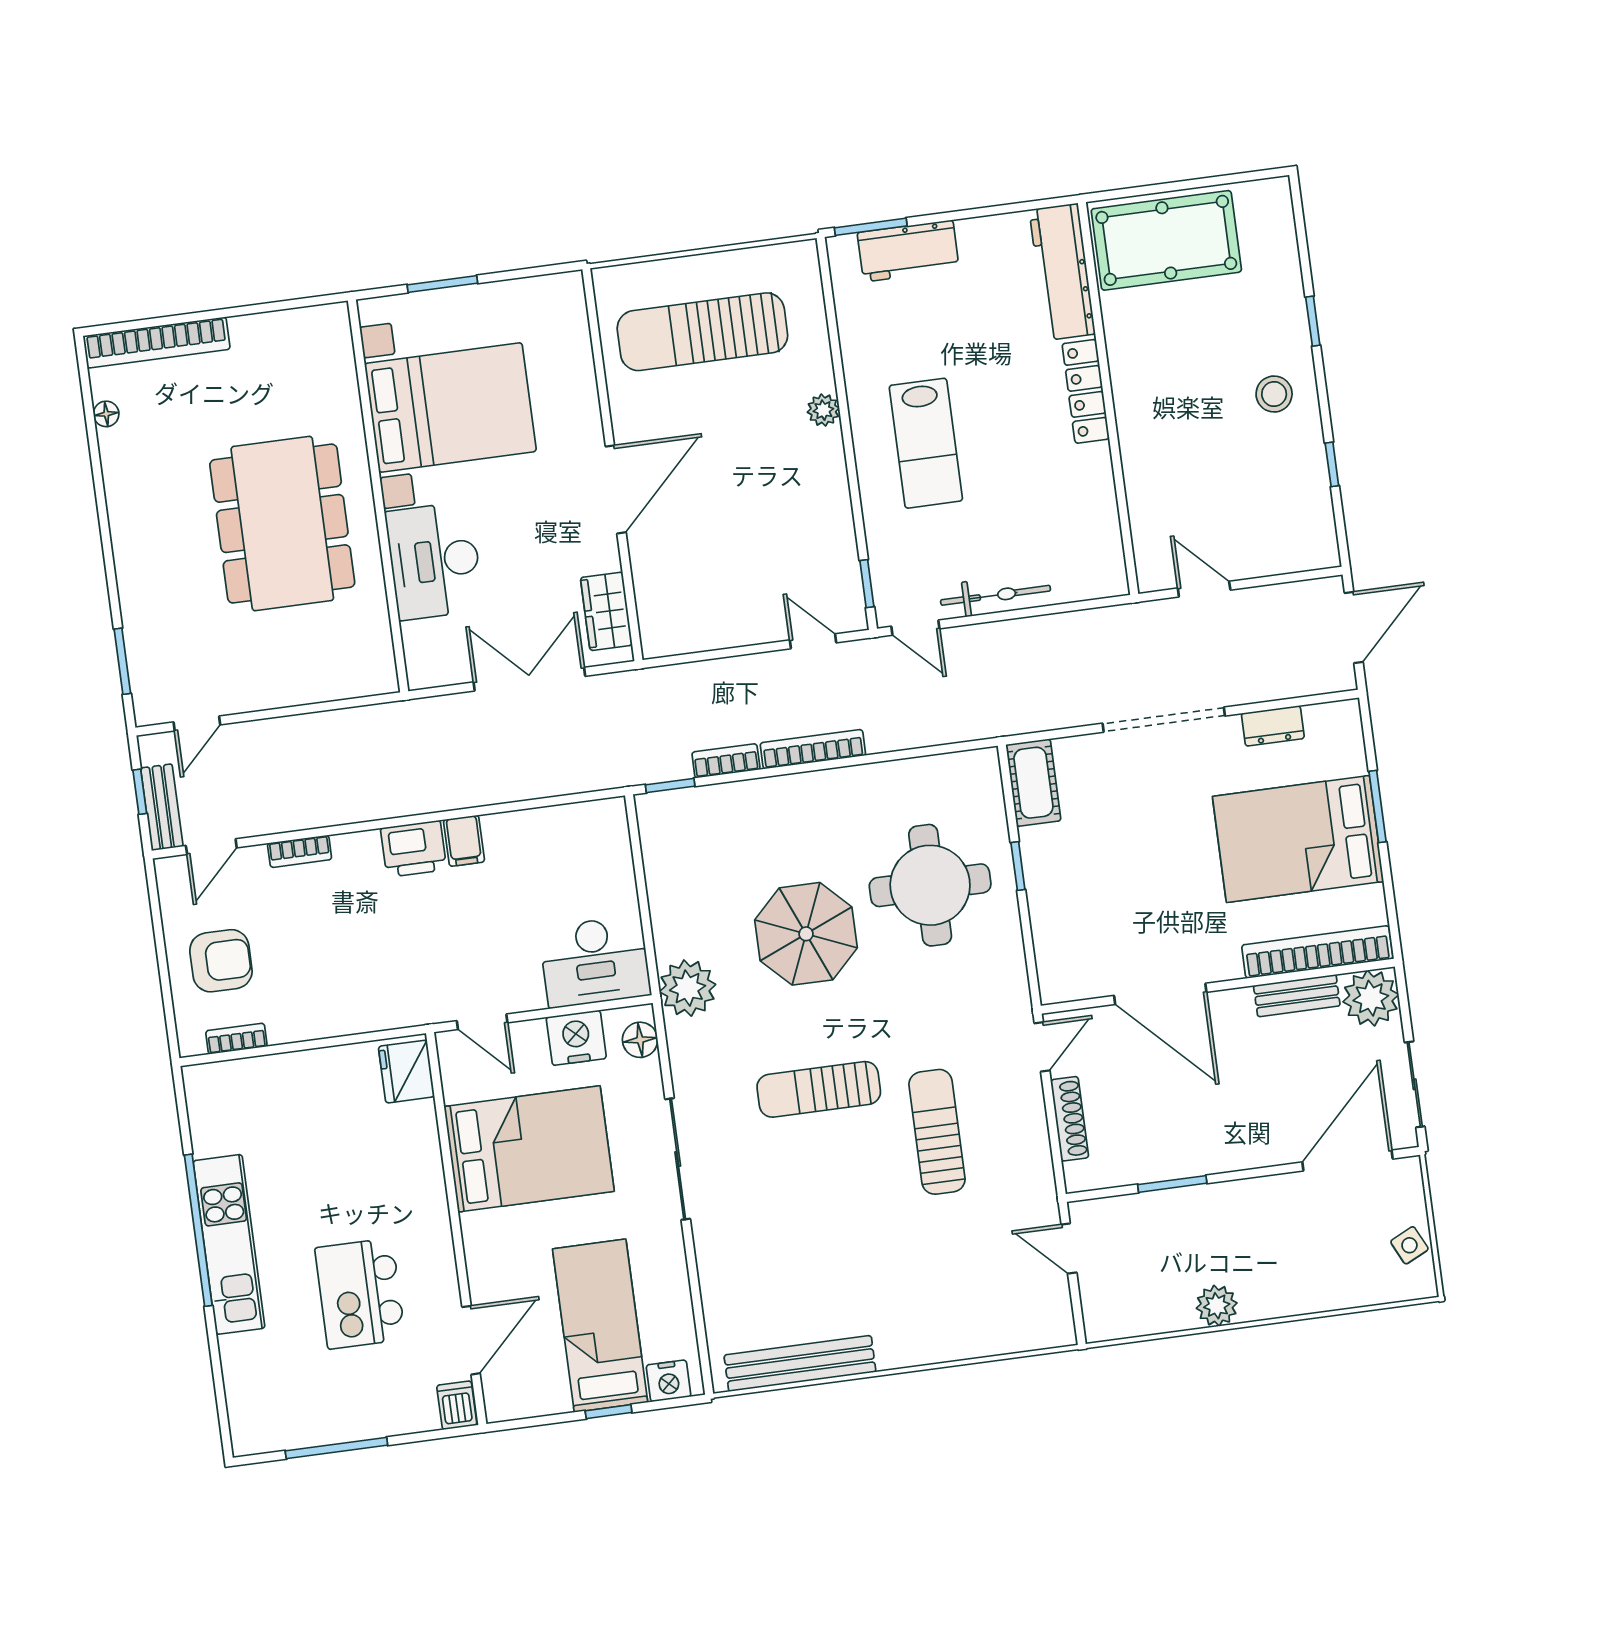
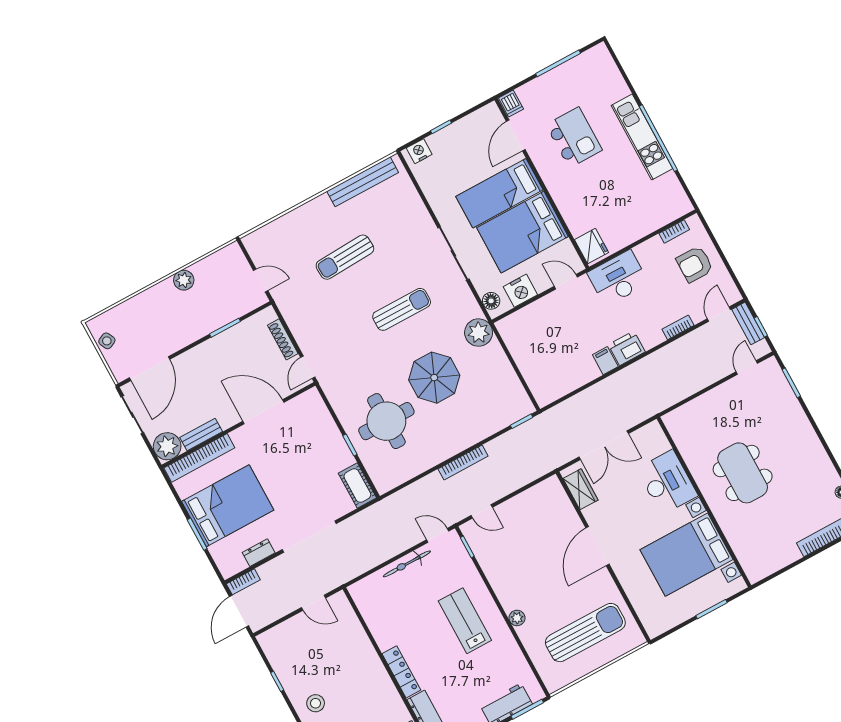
dining table: (282, 524) -> (743, 473), width x0.73, depth x0.80
bookcase: (726, 761) -> (243, 582), moved
desk: (595, 962) -> (618, 278), moved
sun lounger: (937, 1132) -> (345, 257), moved, turned 87
bed: (600, 1326) -> (499, 193), moved, turned 90

